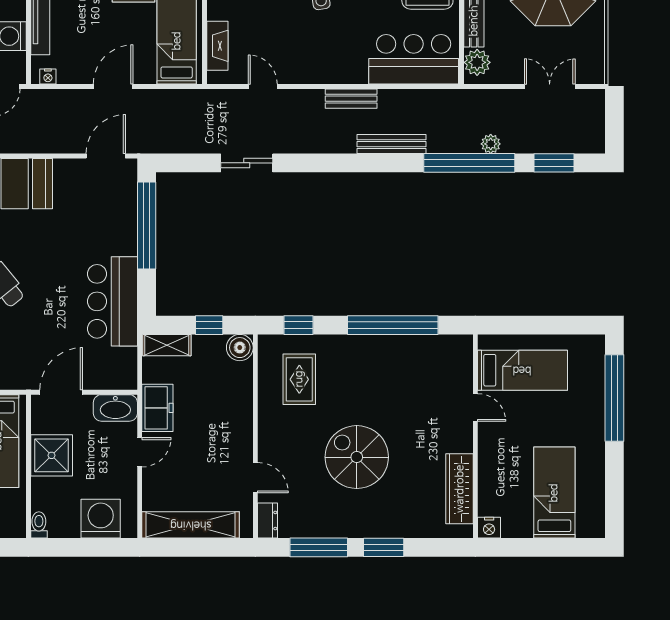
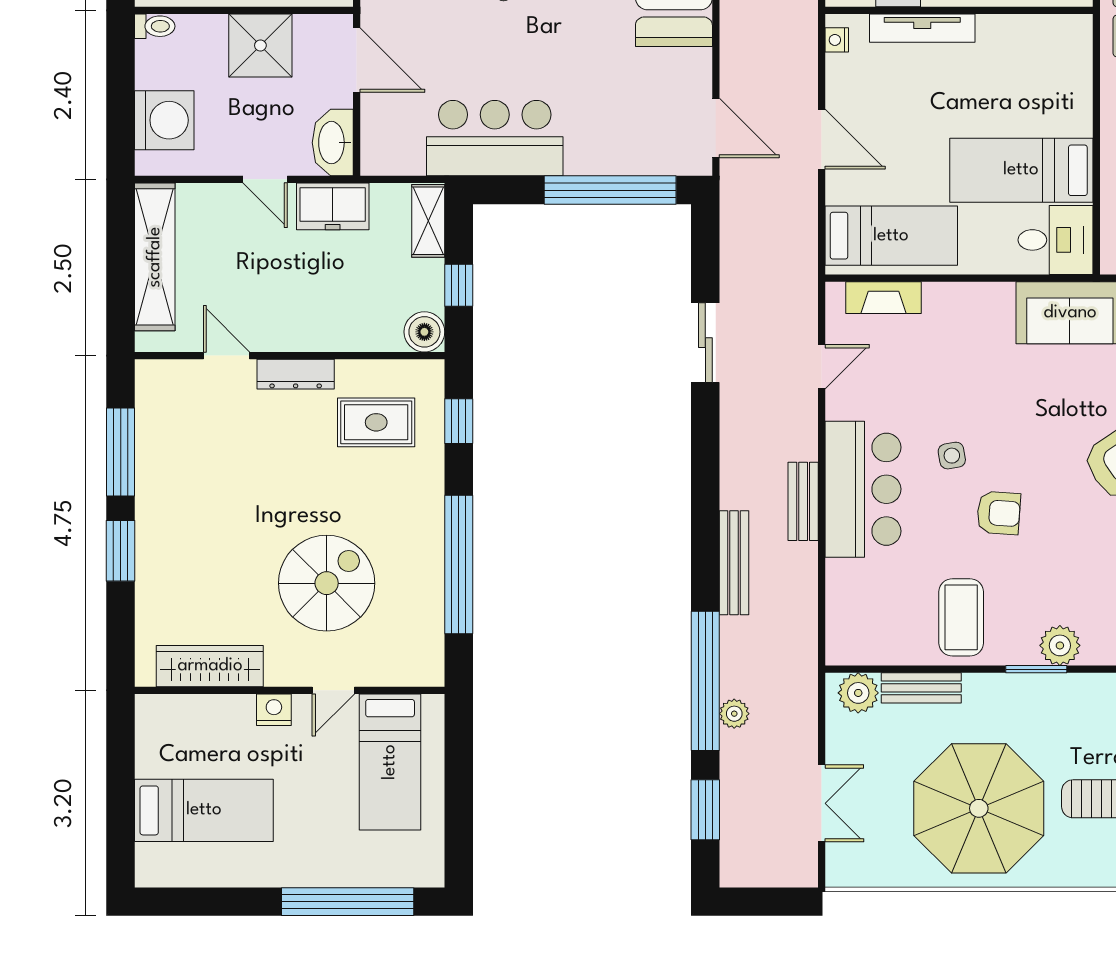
bar counter: (414, 59) -> (863, 489), moved
spiral stairs: (357, 457) -> (327, 583), moved
door: (255, 478) -> (227, 356), swing flipped
dresser: (268, 521) -> (296, 374), moved, width x1.44
nightstand: (489, 528) -> (274, 710), moved, turned 90

